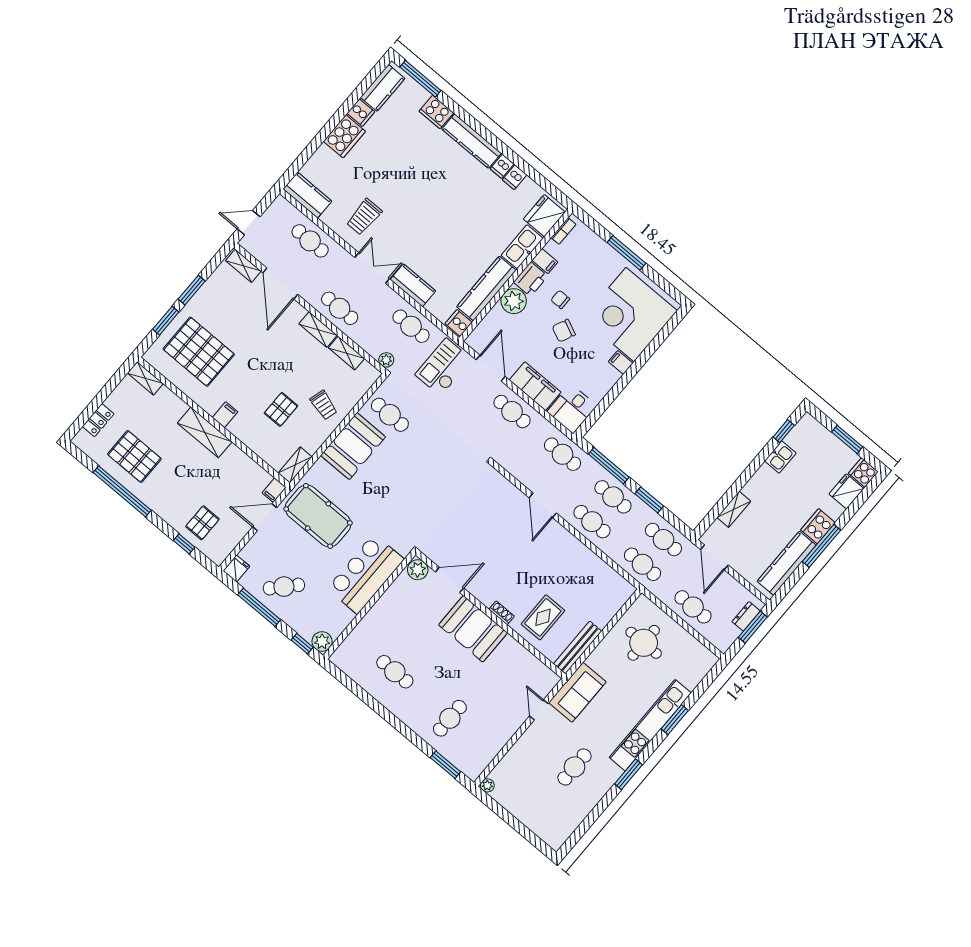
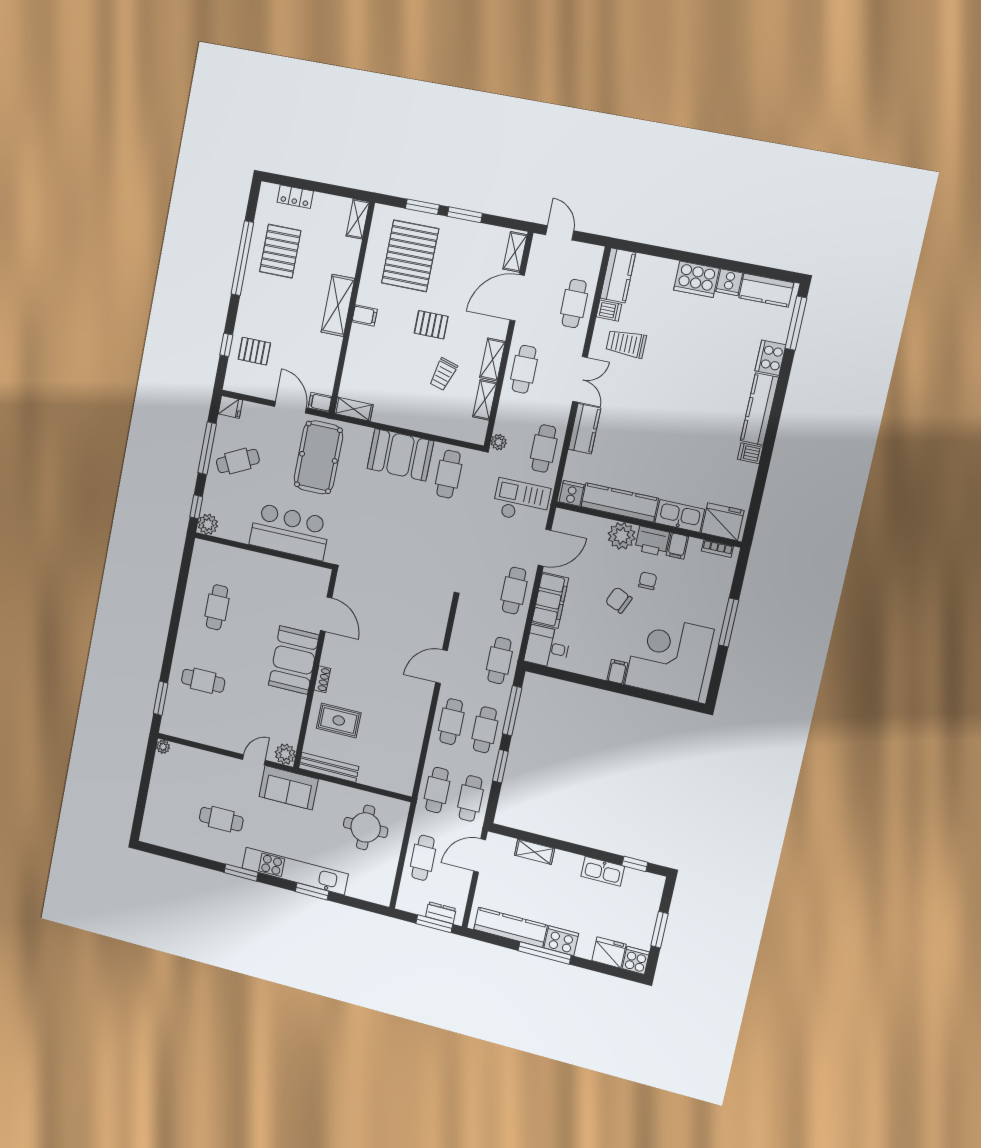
dishwasher: (515, 177) -> (609, 311), moved, turned 180
trolley: (324, 405) -> (443, 374), moved
pallet: (281, 409) -> (431, 325), moved
kitchen sink: (780, 457) -> (603, 871), width x1.38
plant: (418, 570) -> (285, 754), moved
cafe table: (284, 587) -> (238, 461), turned -69

